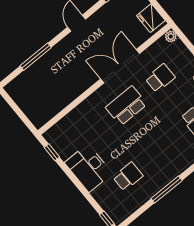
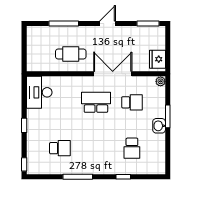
cafe table: (66, 80) -> (71, 54), added
window: (52, 152) -> (24, 125), moved
desk: (88, 168) -> (39, 92), moved

